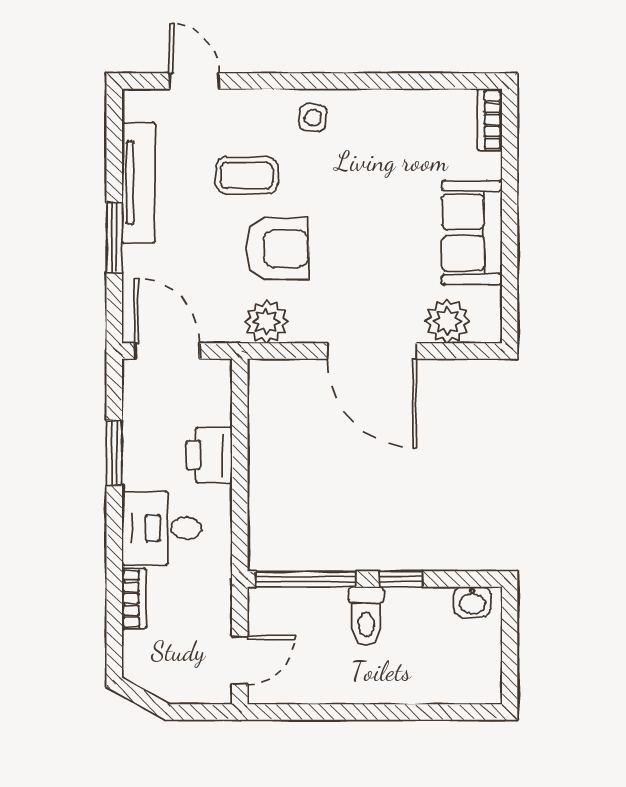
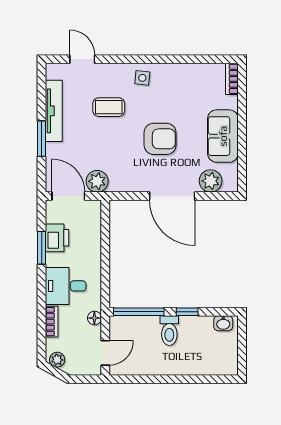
armchair: (277, 249) -> (160, 139), moved
plant: (266, 322) -> (97, 181), moved
printer: (209, 455) -> (57, 238), moved, turned 180
floor lamp: (219, 591) -> (94, 318), added
plant: (145, 674) -> (57, 360), added

